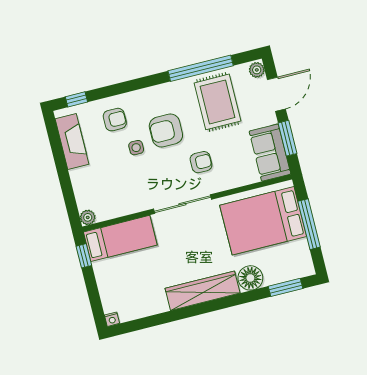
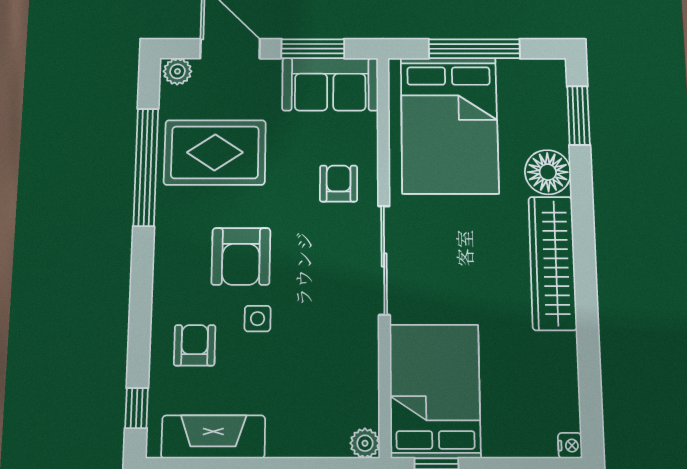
armchair: (201, 162) -> (339, 184), moved
bed: (120, 238) -> (435, 391), width x1.50

